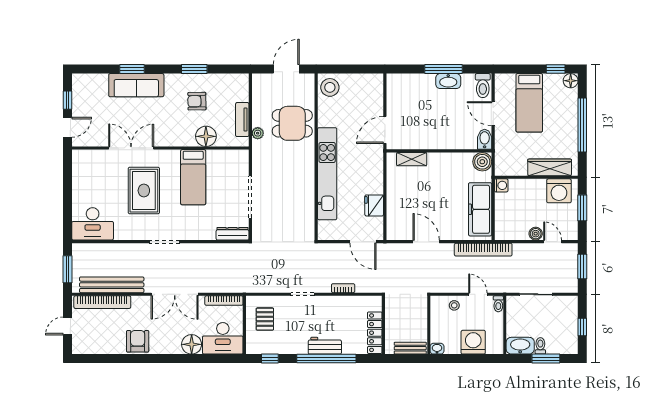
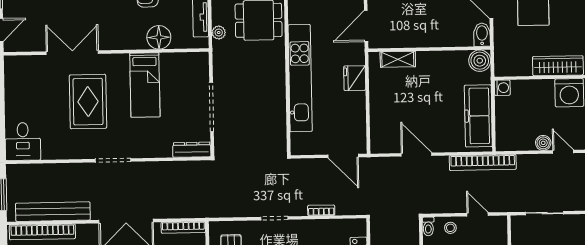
fridge: (374, 205) -> (355, 78), moved
desk: (93, 224) -> (23, 141), width x0.73
toilet: (498, 304) -> (428, 226), moved

